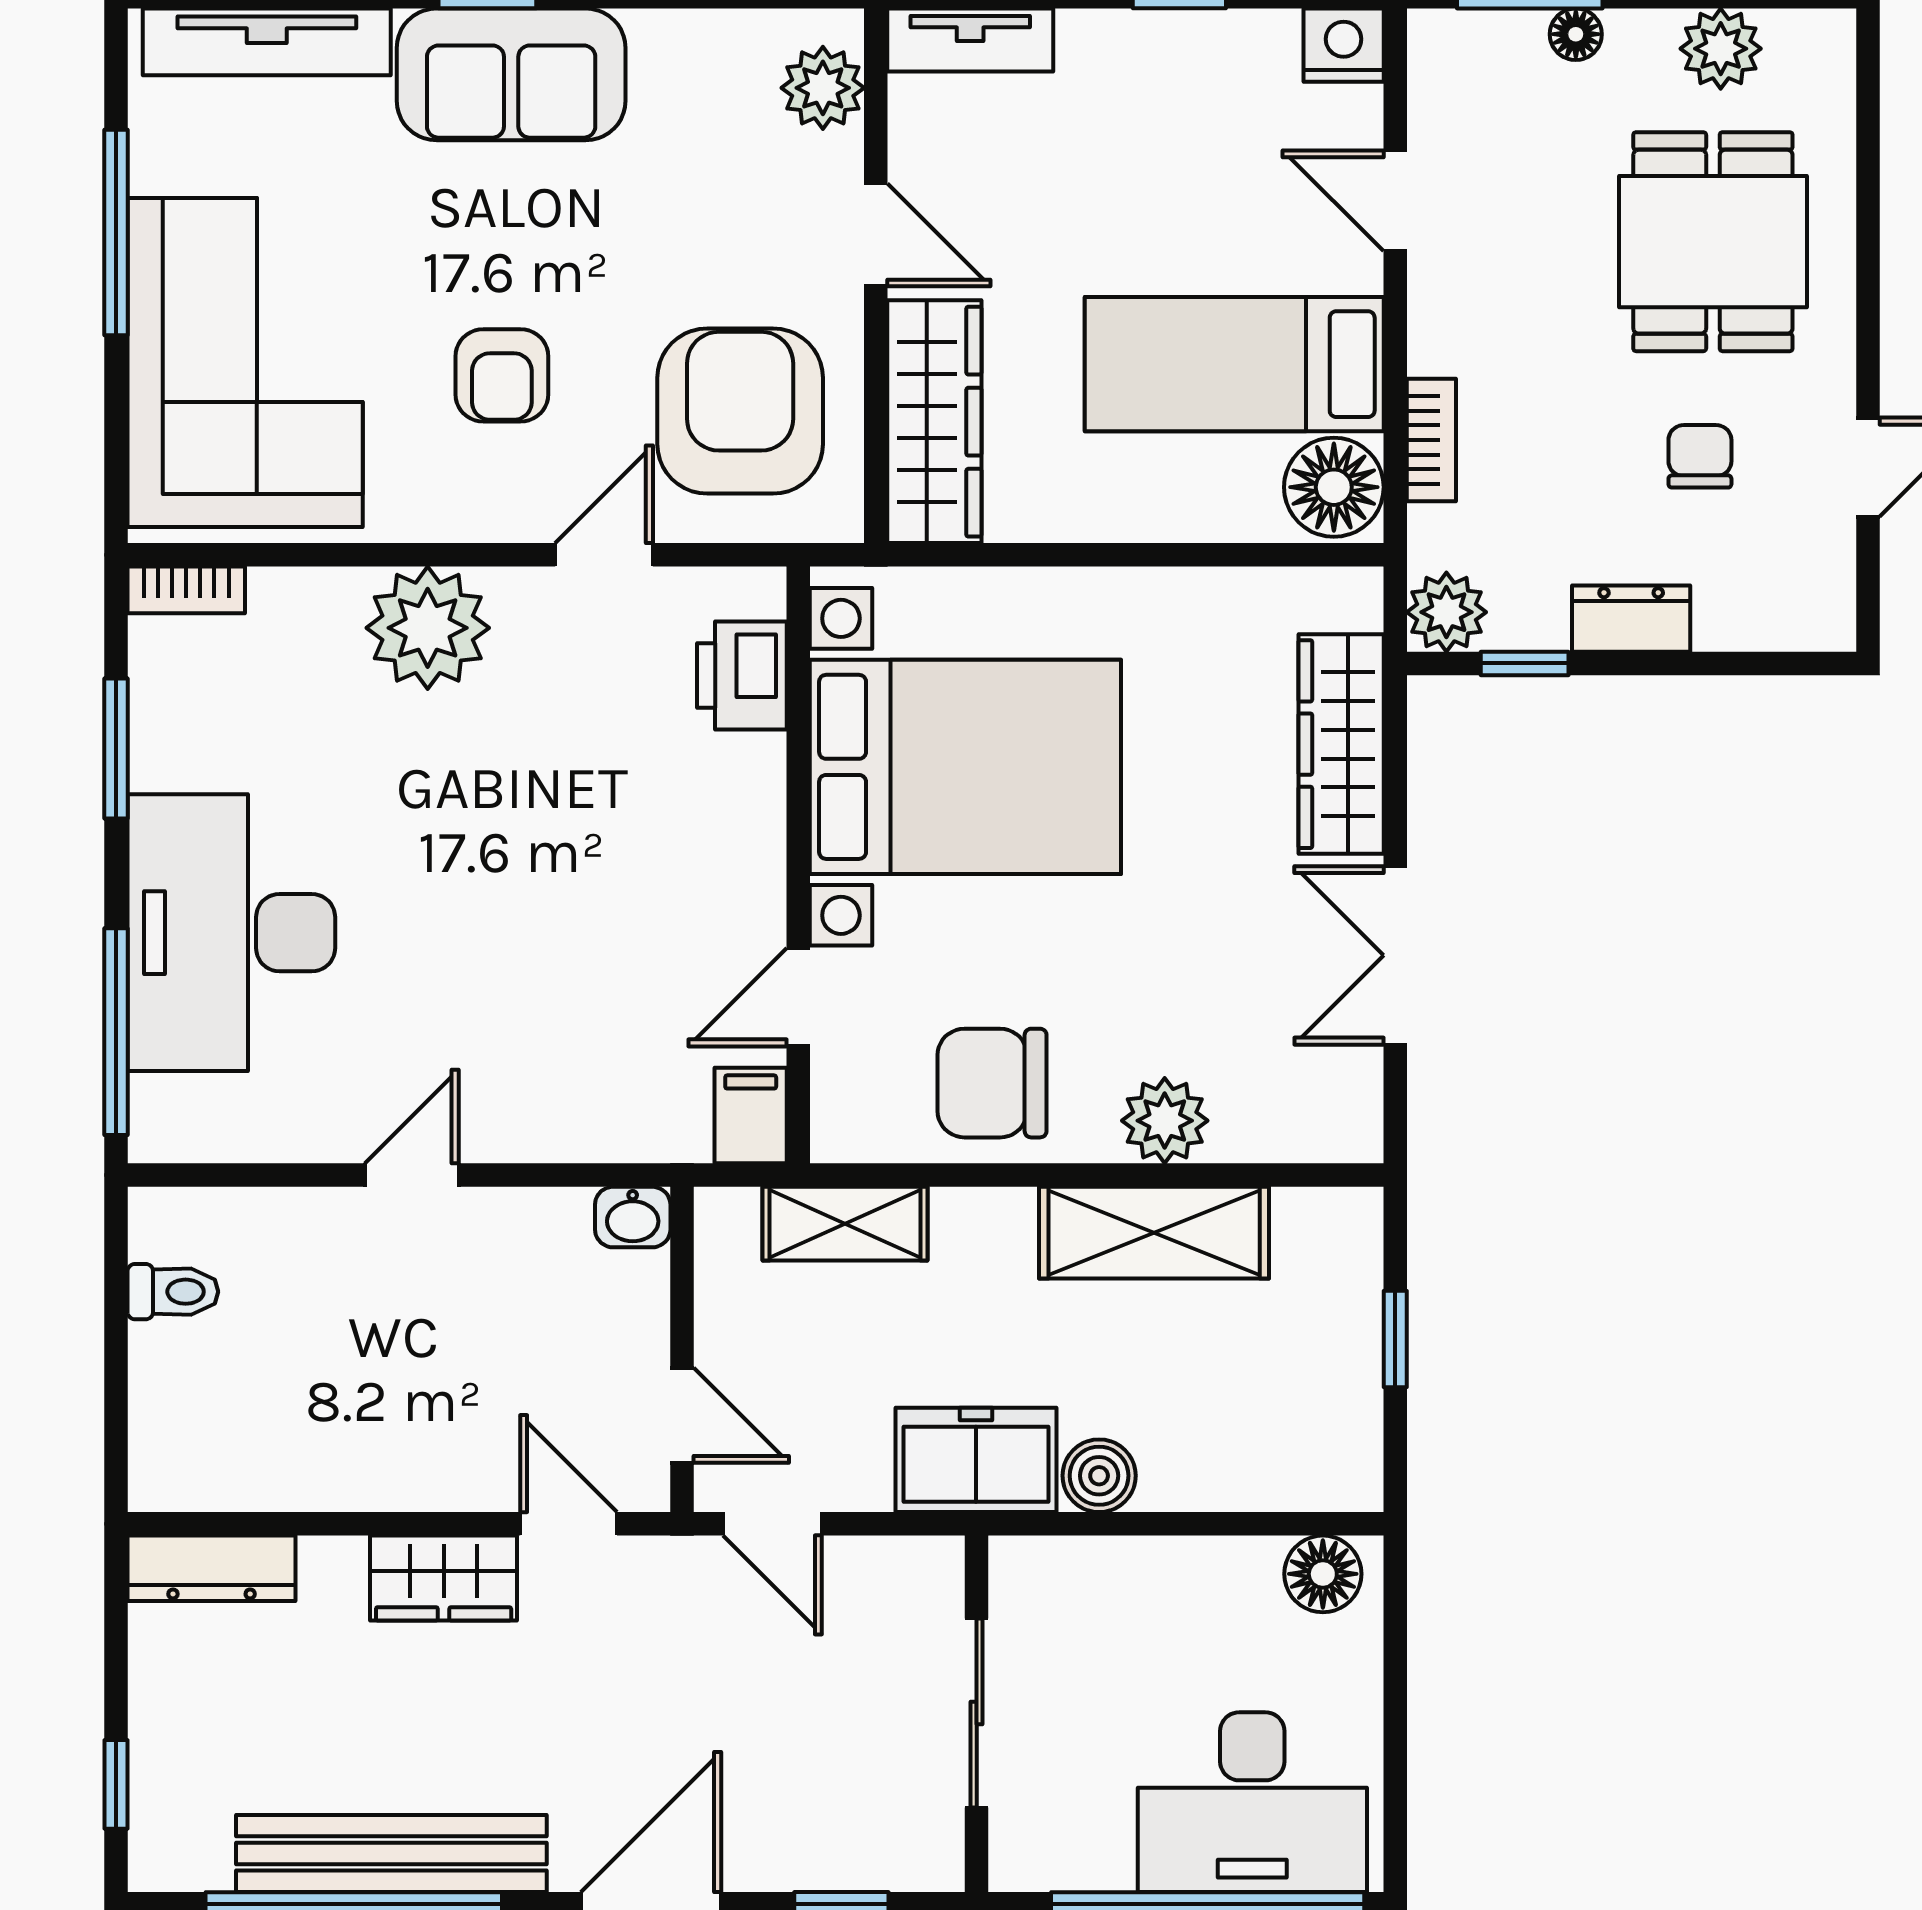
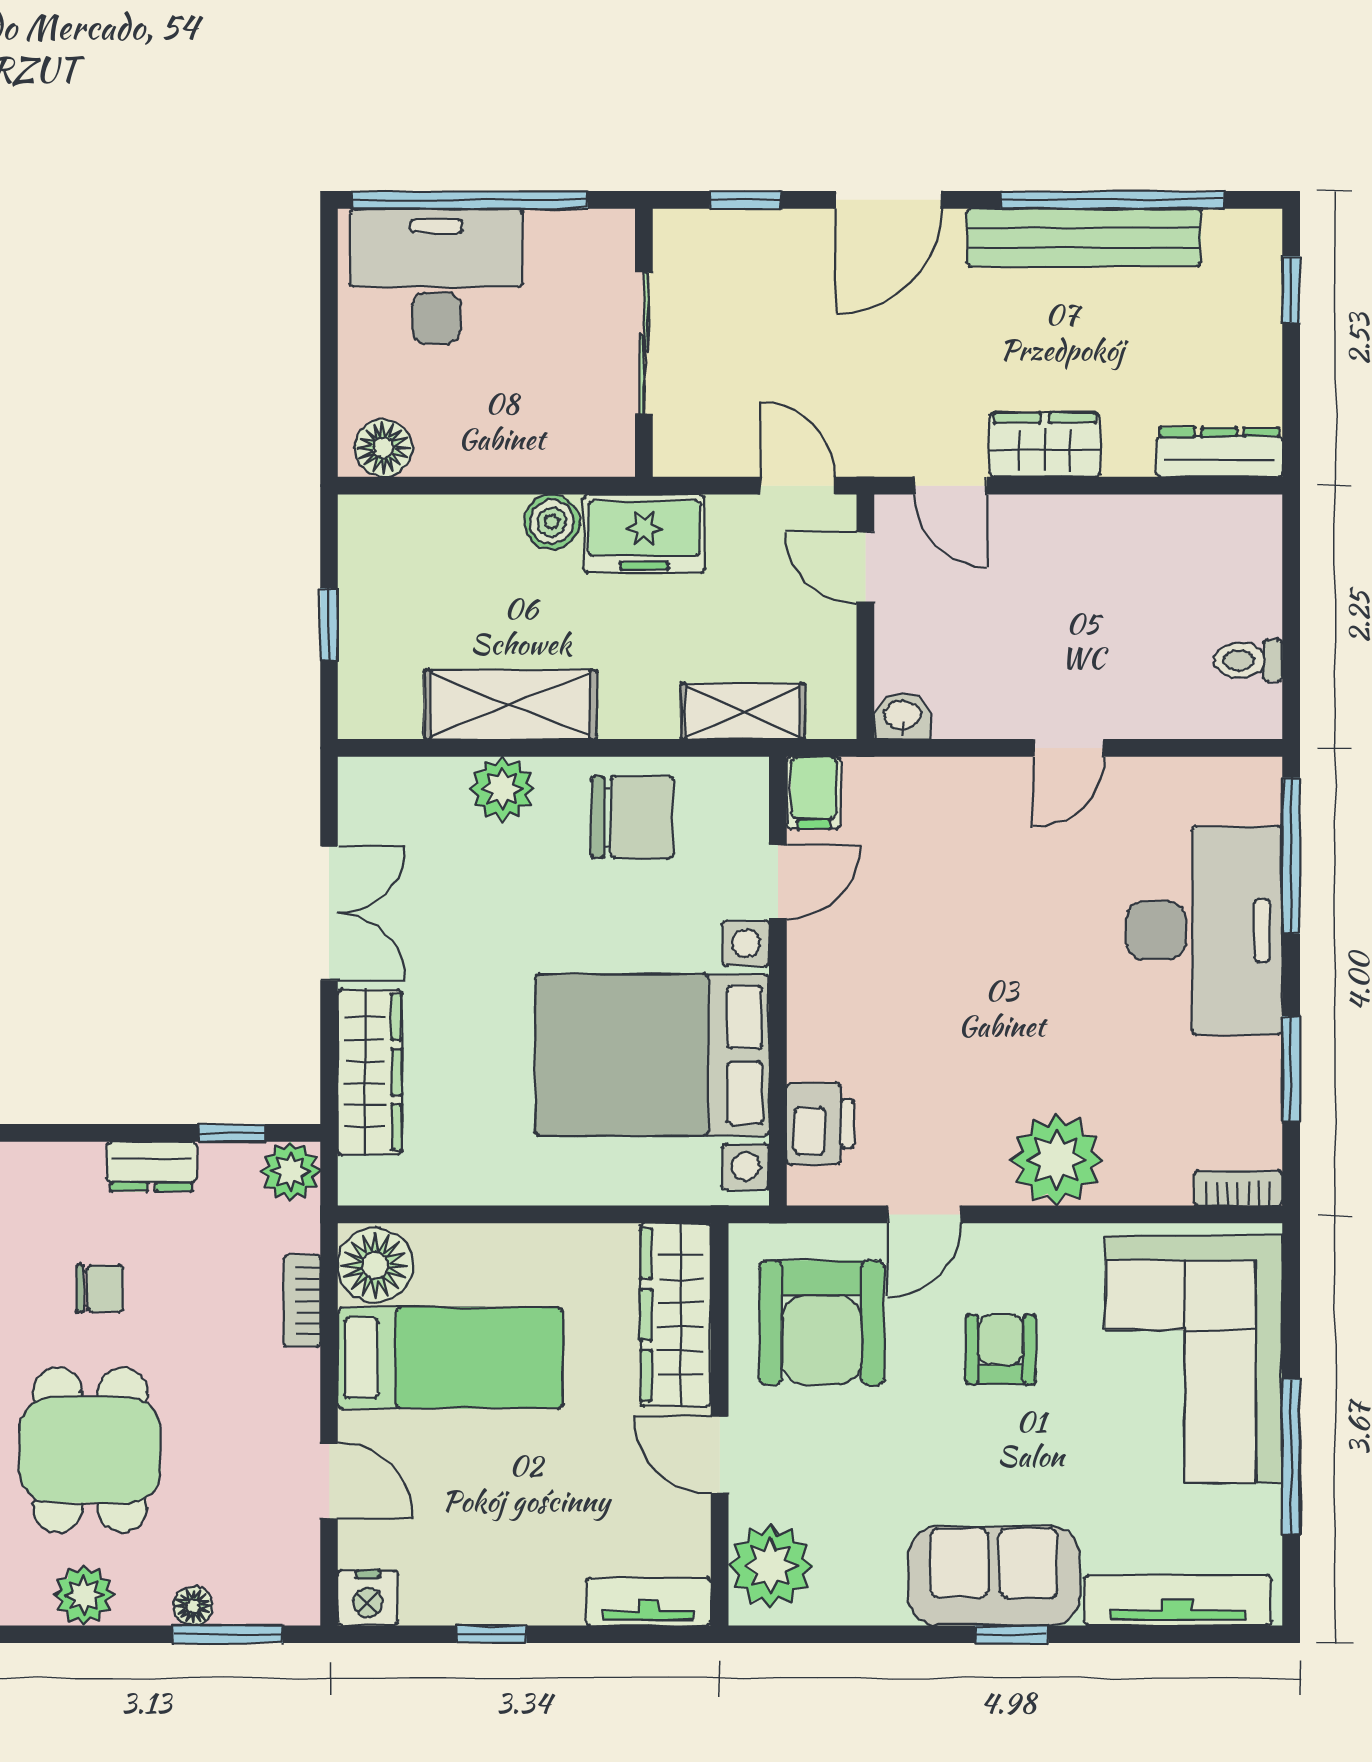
plant: (823, 88) -> (771, 1566), width x1.36, depth x1.36
chair: (1700, 456) -> (100, 1289), turned -90

